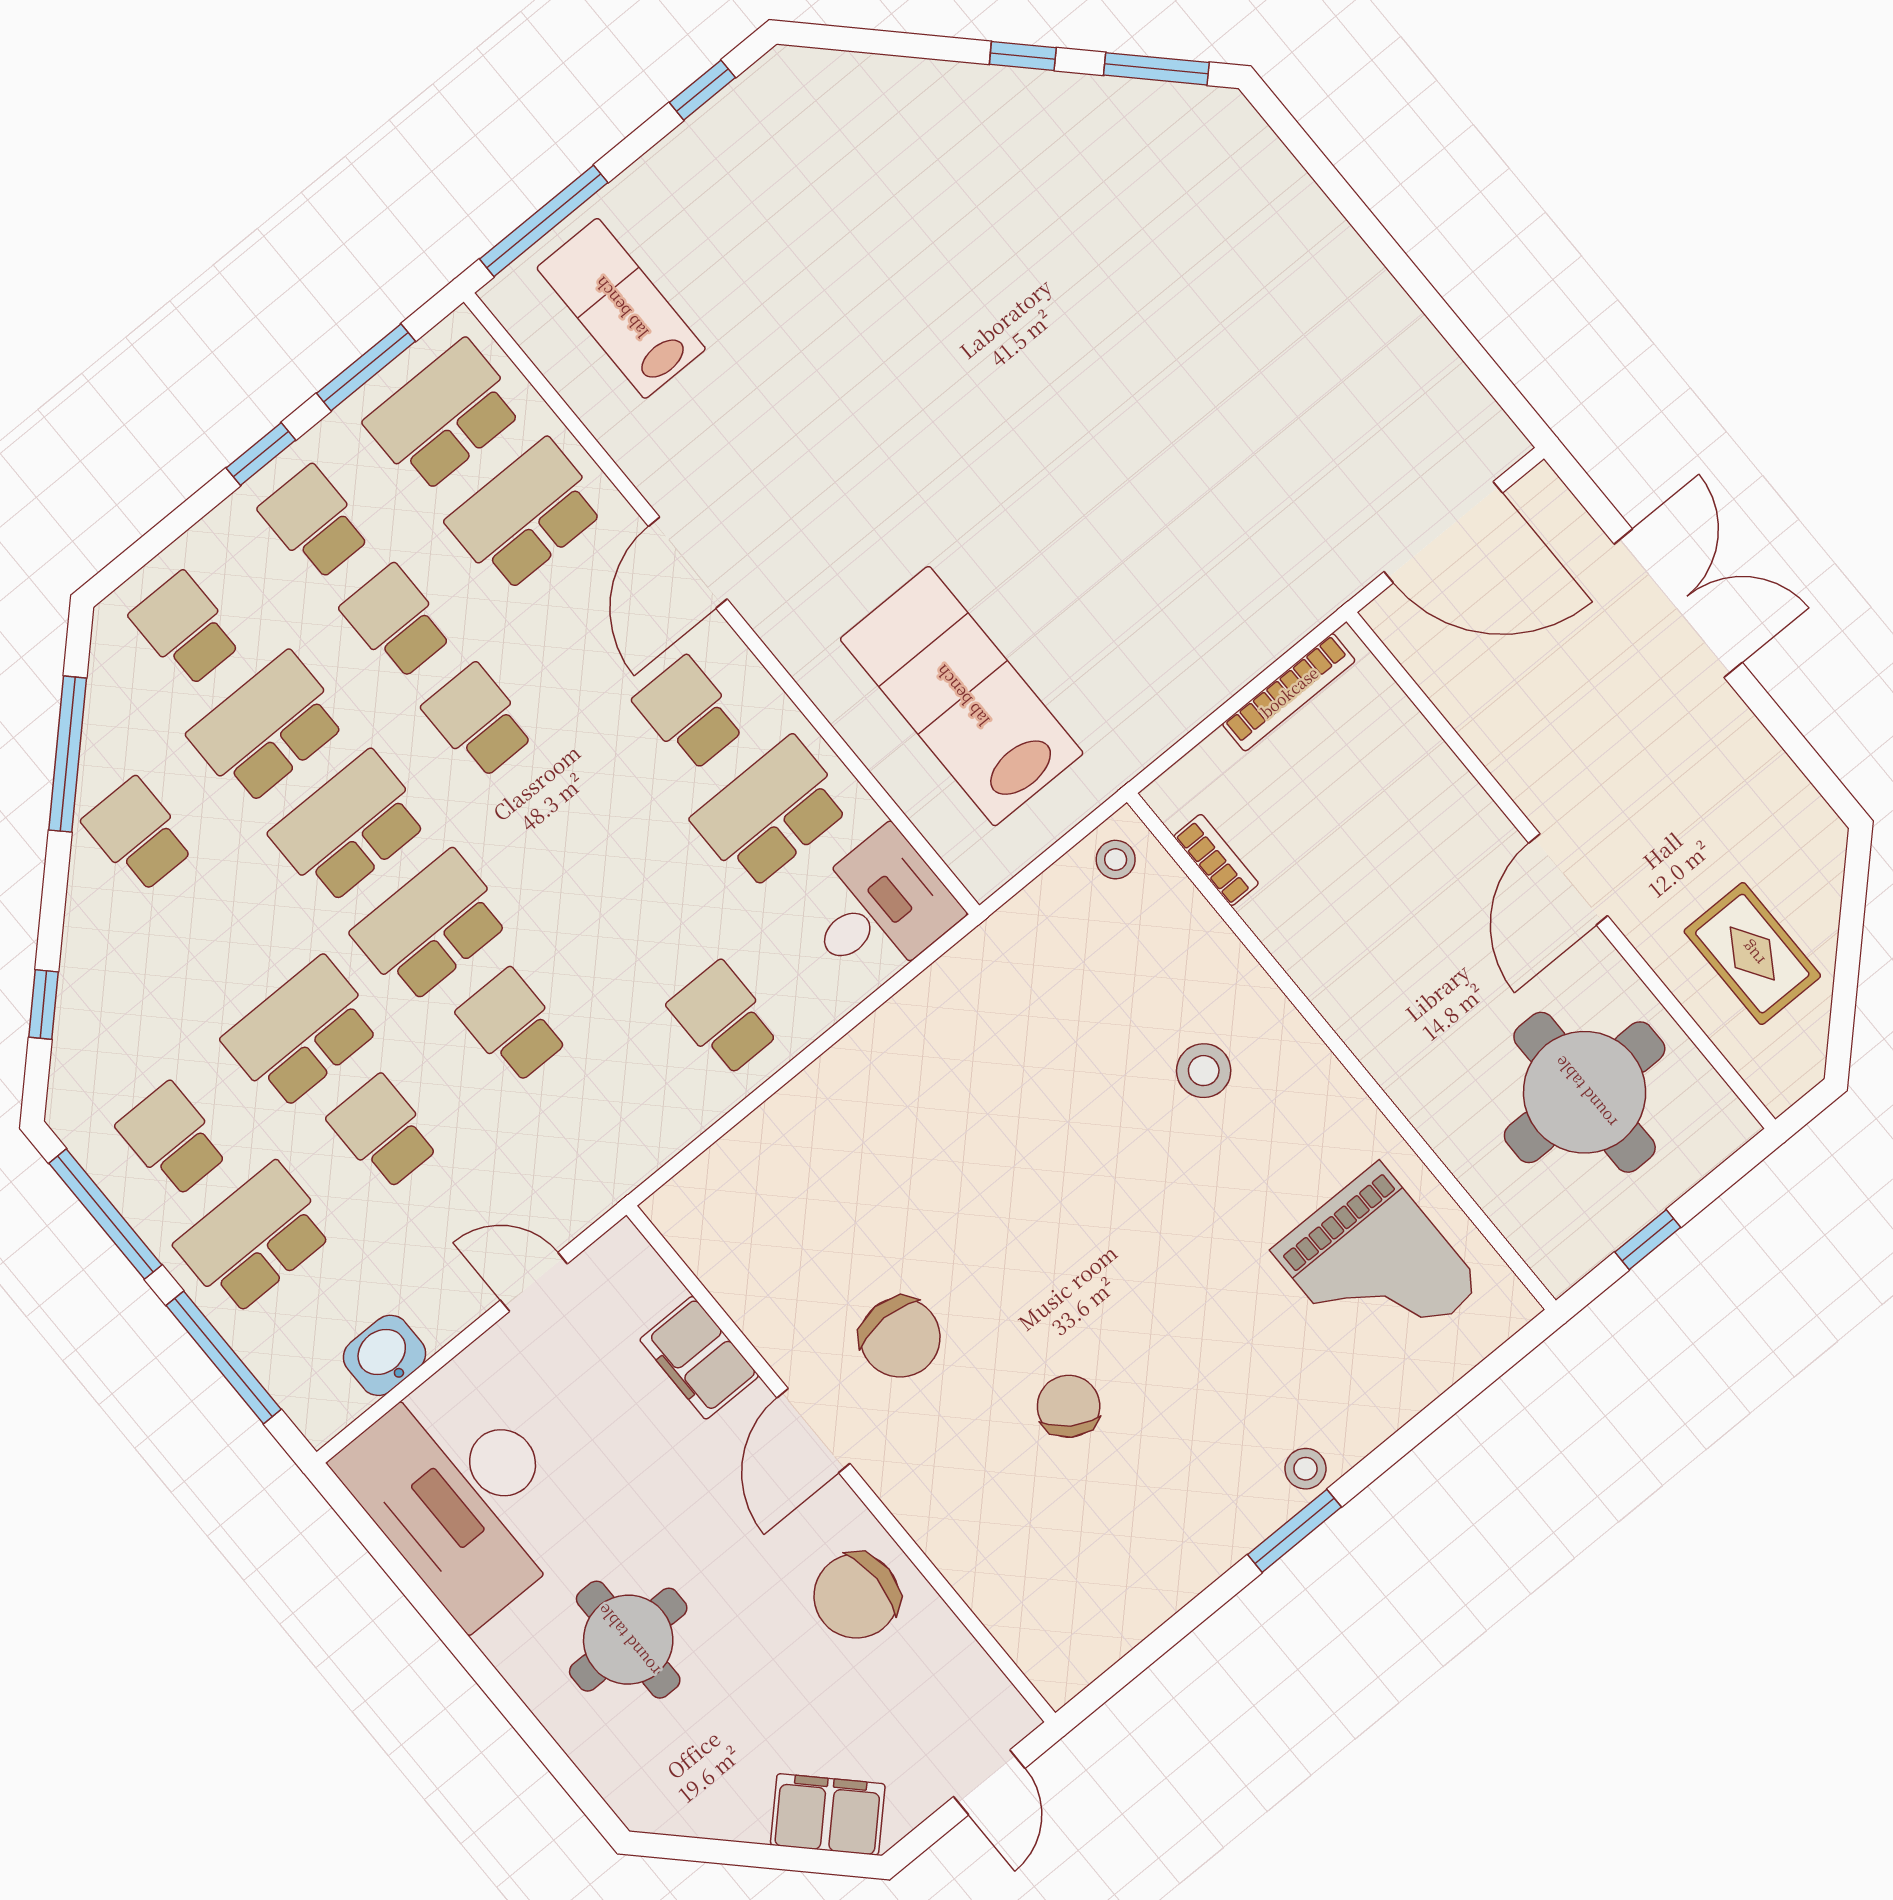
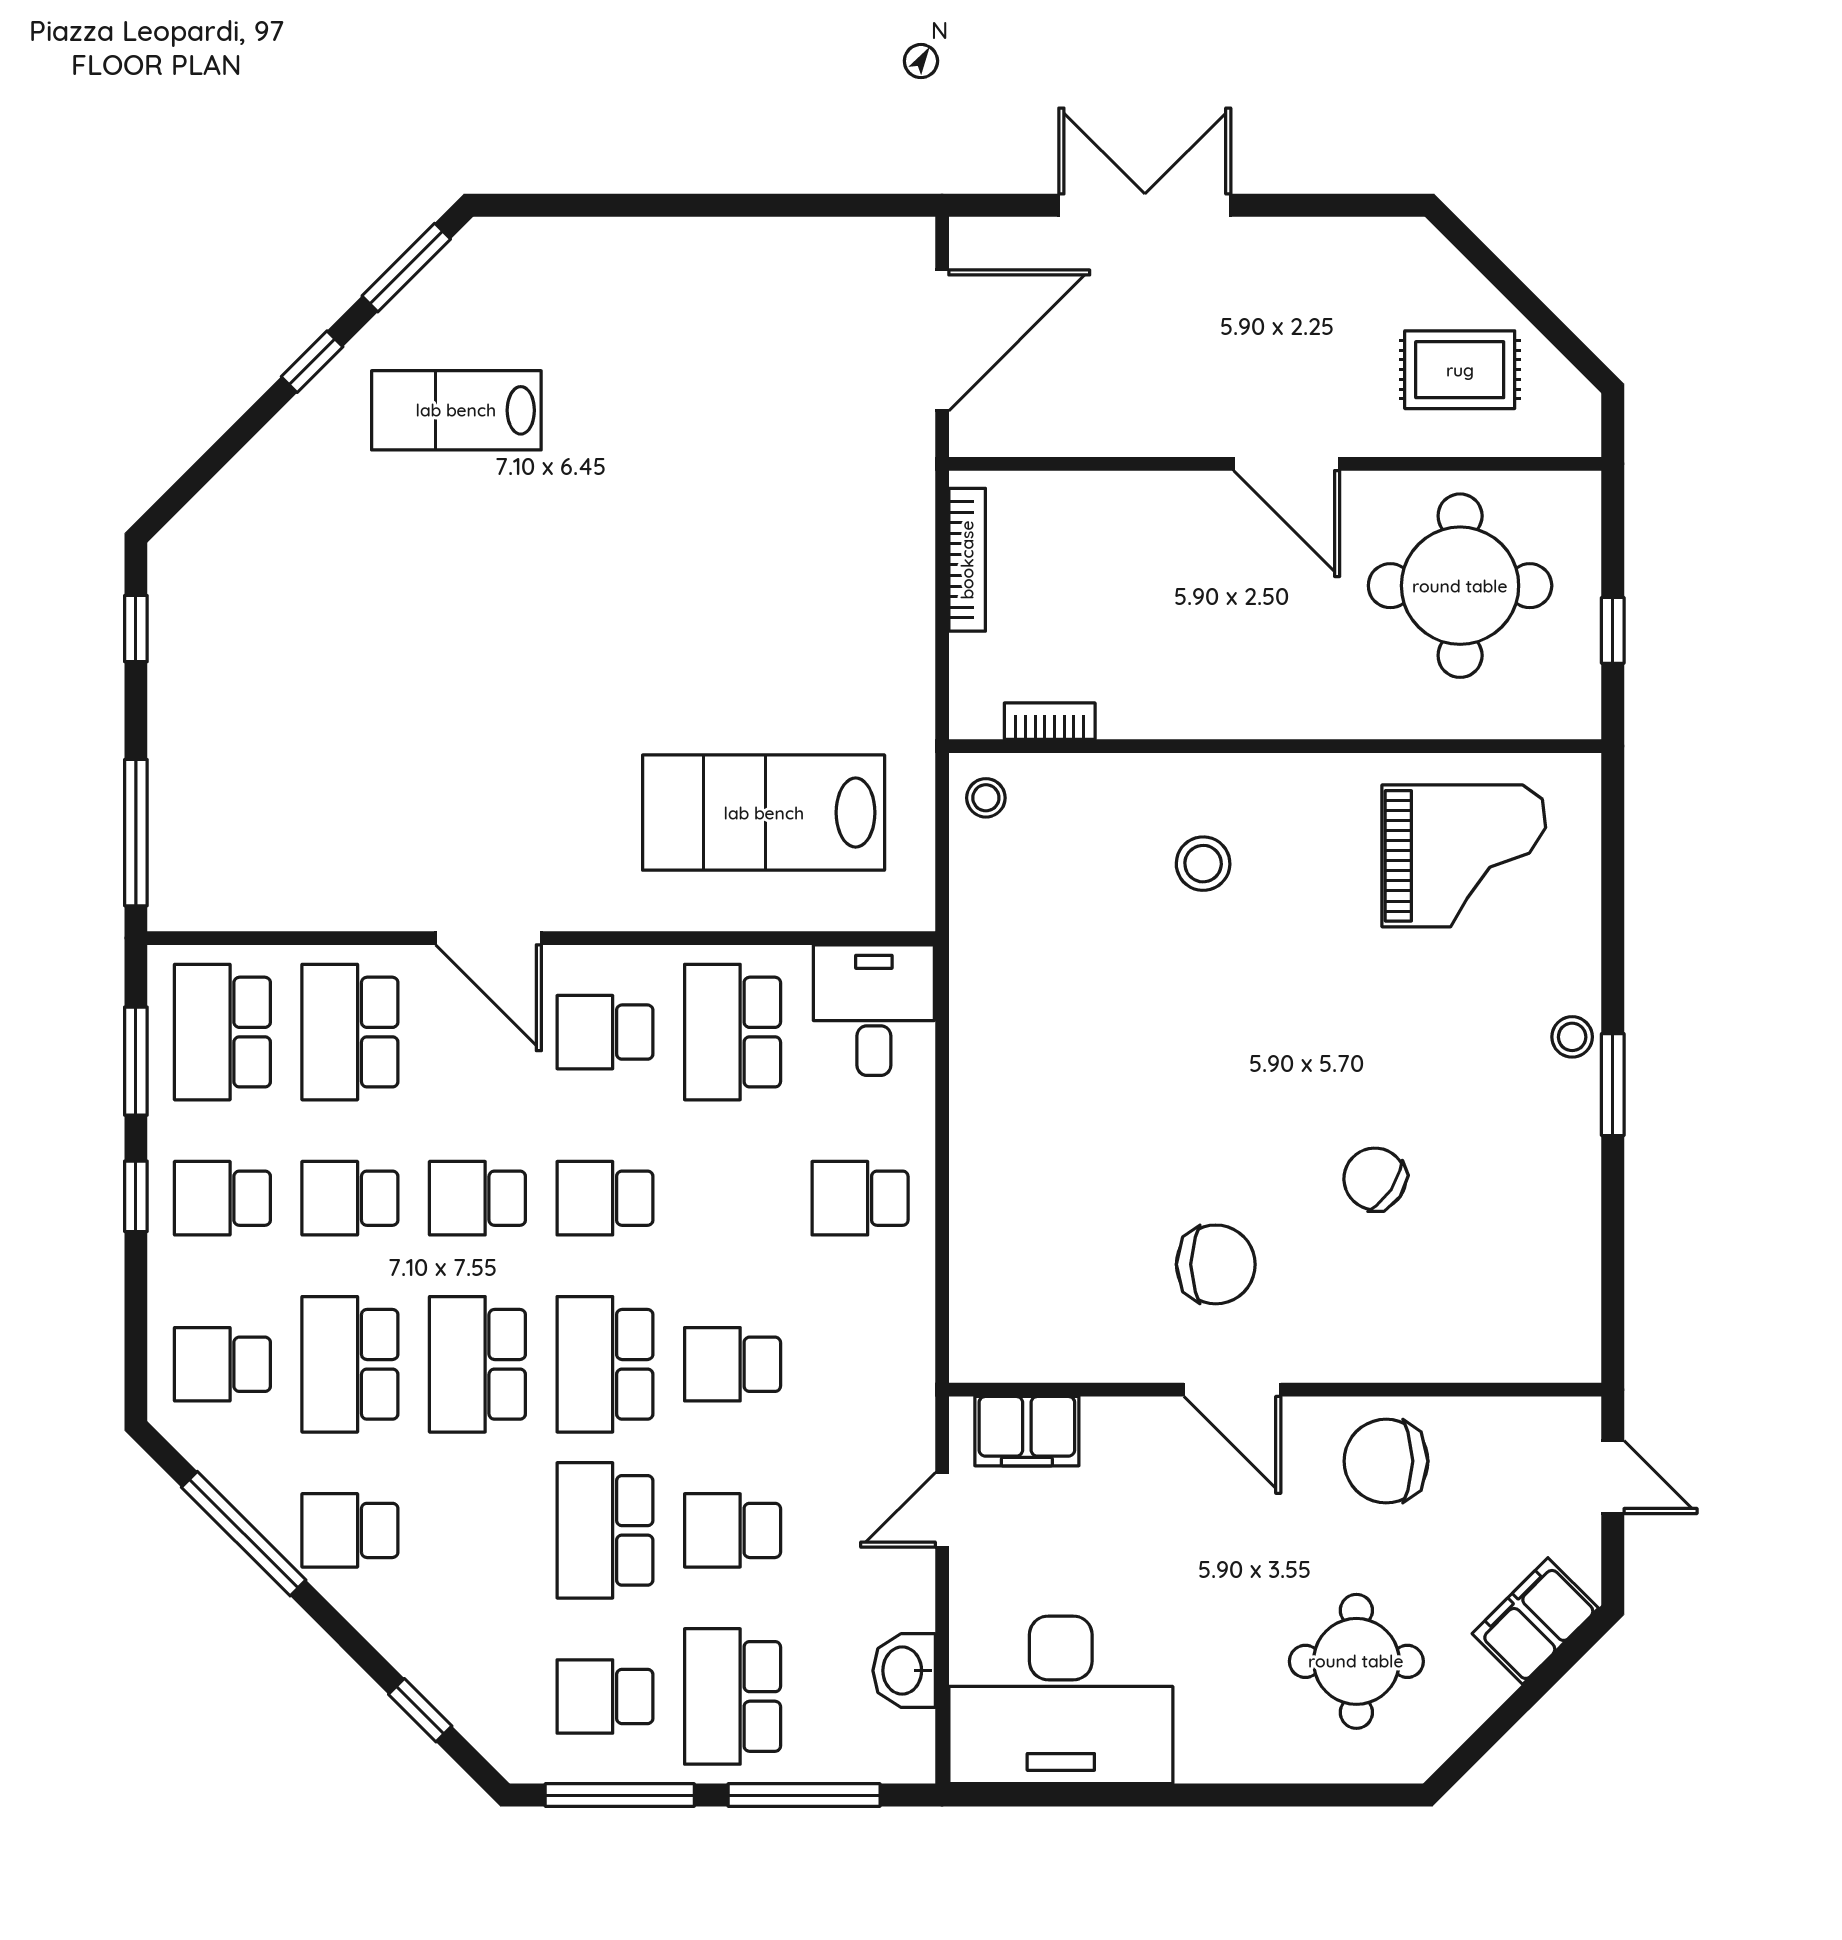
lab bench: (621, 308) -> (456, 410), moved
school desk: (560, 820) -> (605, 1198), added
filing cabinet: (699, 1358) -> (1027, 1431), moved
chair: (856, 1596) -> (1386, 1461), turned 90
round table: (628, 1640) -> (1356, 1661), moved

